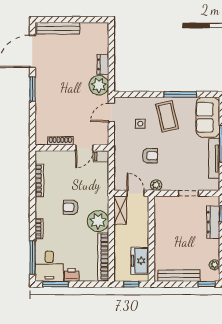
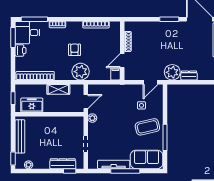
door: (111, 112) -> (150, 82), swing flipped
door: (84, 148) -> (122, 61), hinge flipped
armchair: (150, 156) -> (116, 113), removed
shelving: (120, 210) -> (58, 89), moved
plant: (98, 221) -> (81, 72), moved

